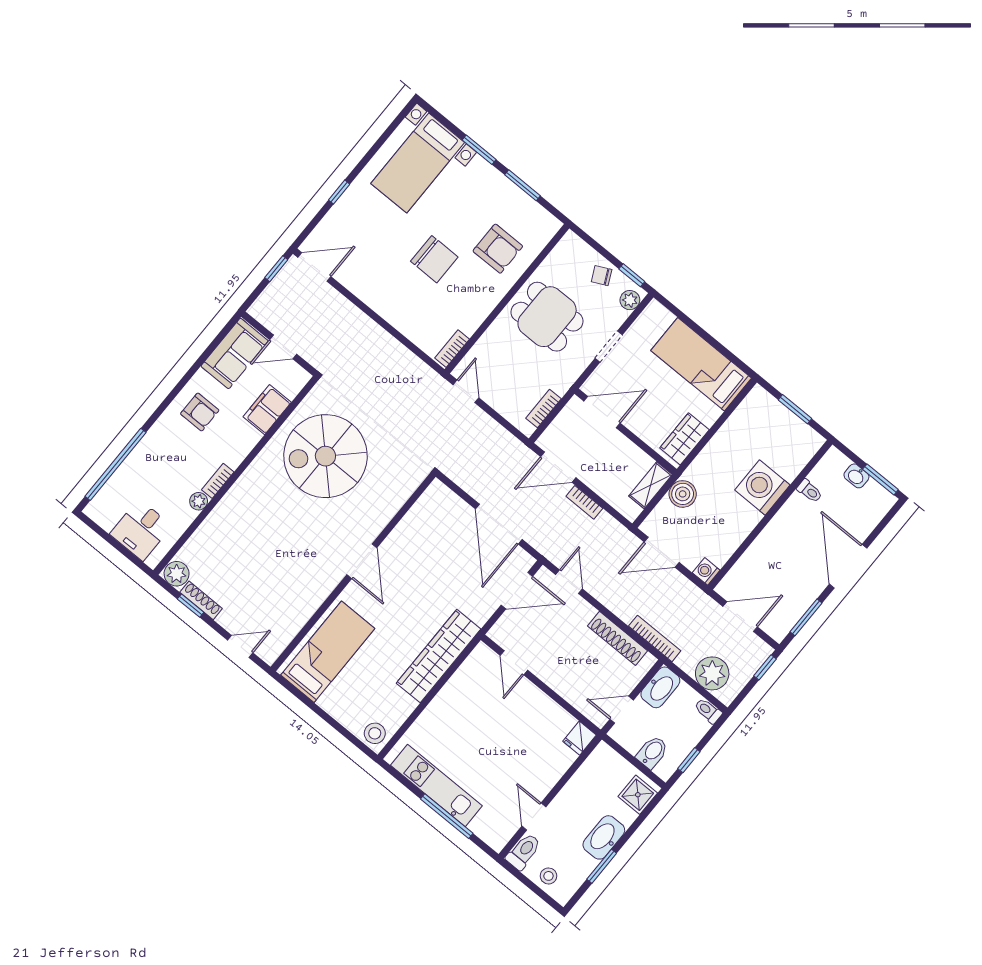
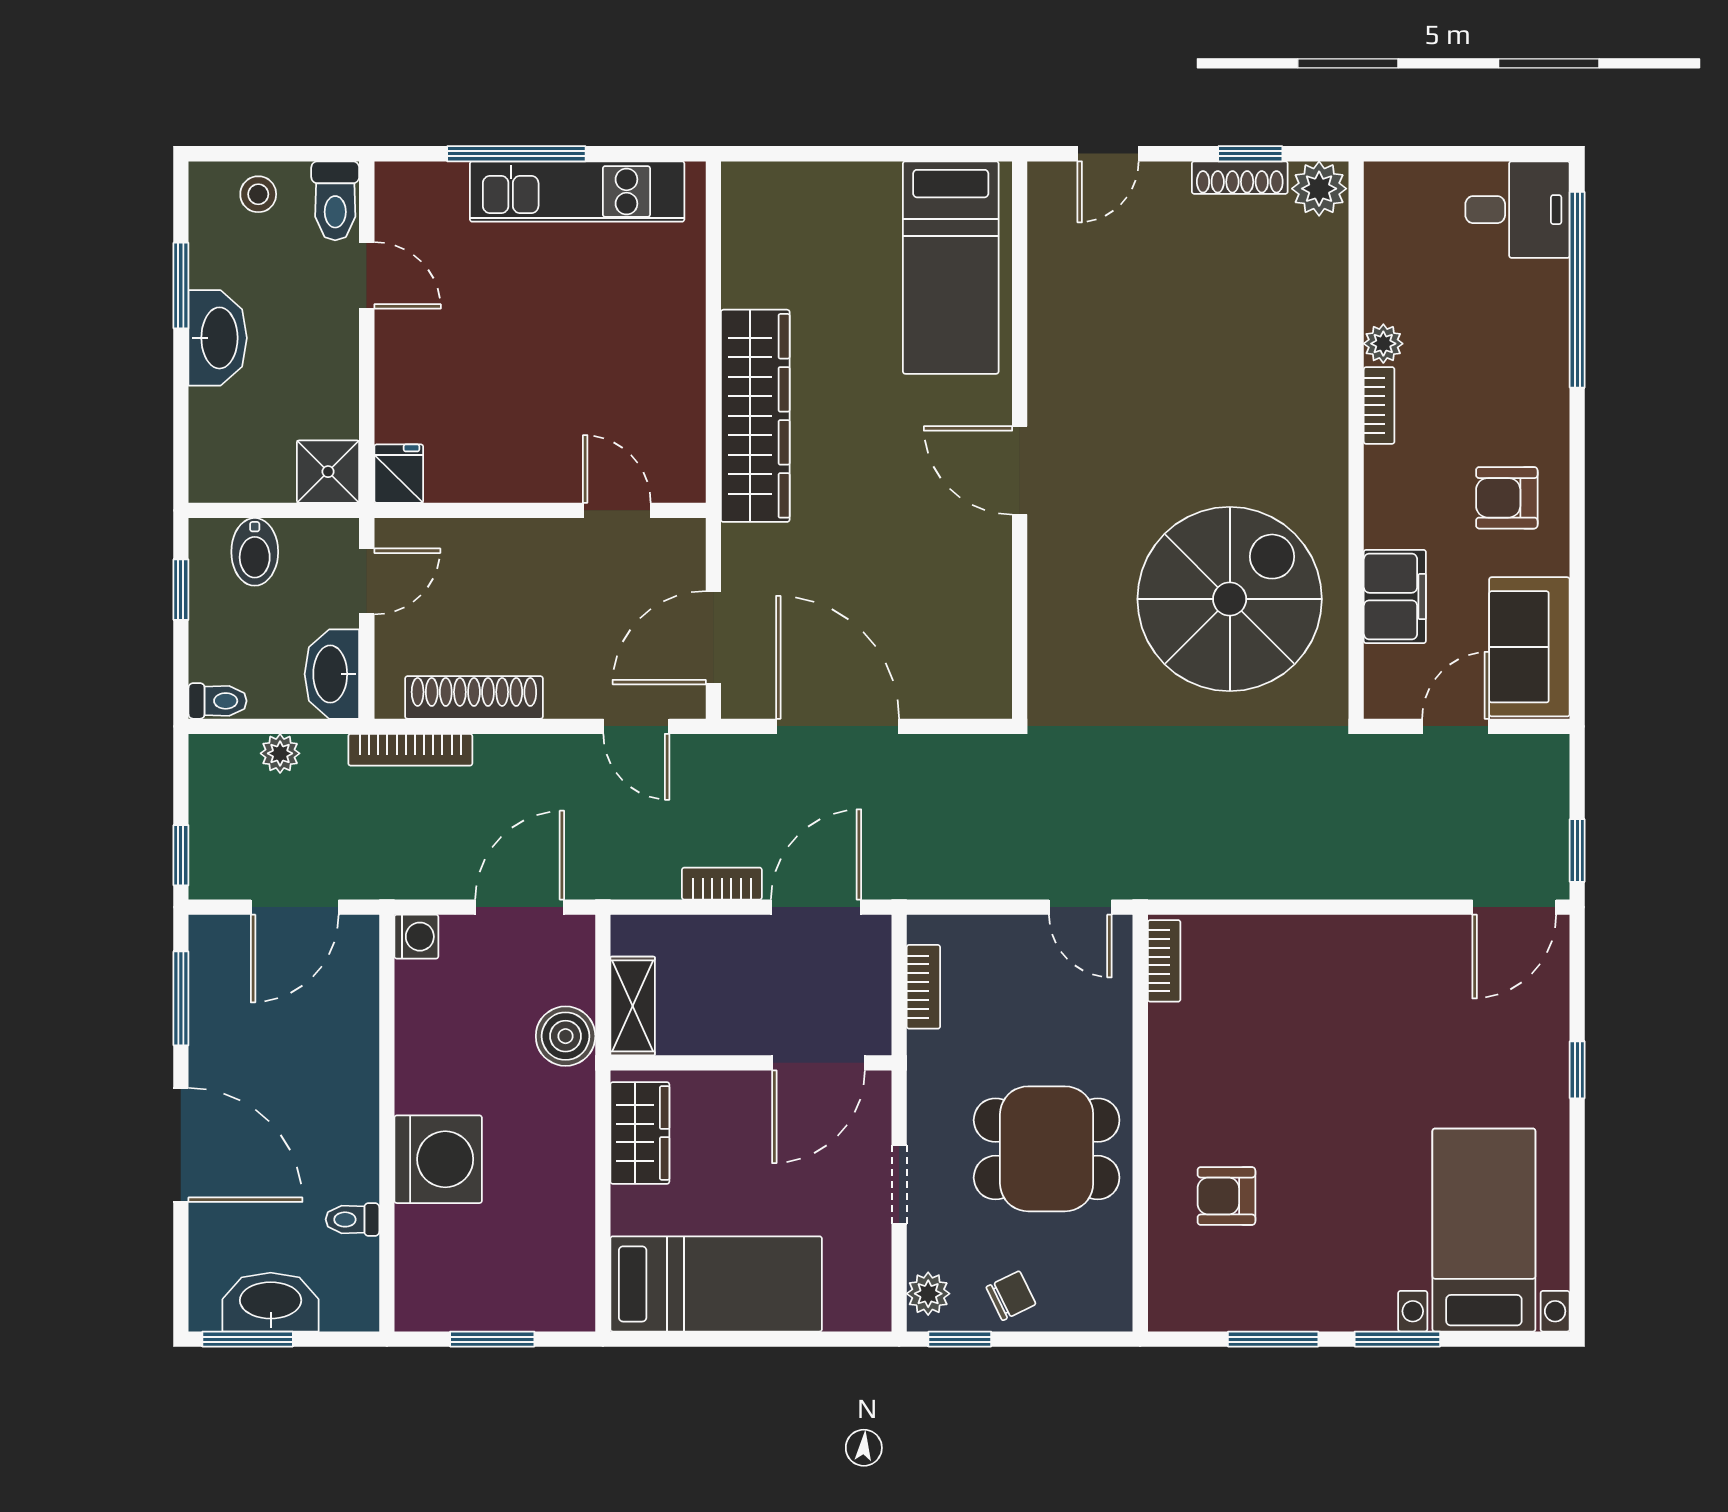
armchair: (498, 249) -> (1226, 1196), width x0.72, depth x0.72
chair: (434, 259) -> (1320, 1089), removed
washbasin: (856, 476) -> (271, 1302), width x1.91, depth x1.45
desk: (141, 530) -> (1518, 210), moved, turned 90
plant: (712, 673) -> (280, 753), width x0.53, depth x0.53
stool: (375, 733) -> (756, 194), removed
shower: (638, 795) -> (328, 472), moved

